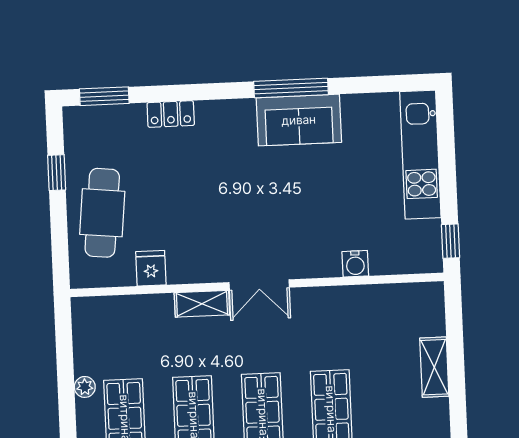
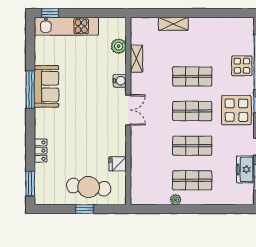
window: (57, 173) -> (85, 209), moved
window: (450, 241) -> (50, 13), moved
plant: (385, 260) -> (119, 46), added
water cooler: (355, 264) -> (120, 81), moved
shelving: (202, 304) -> (136, 59), moved

